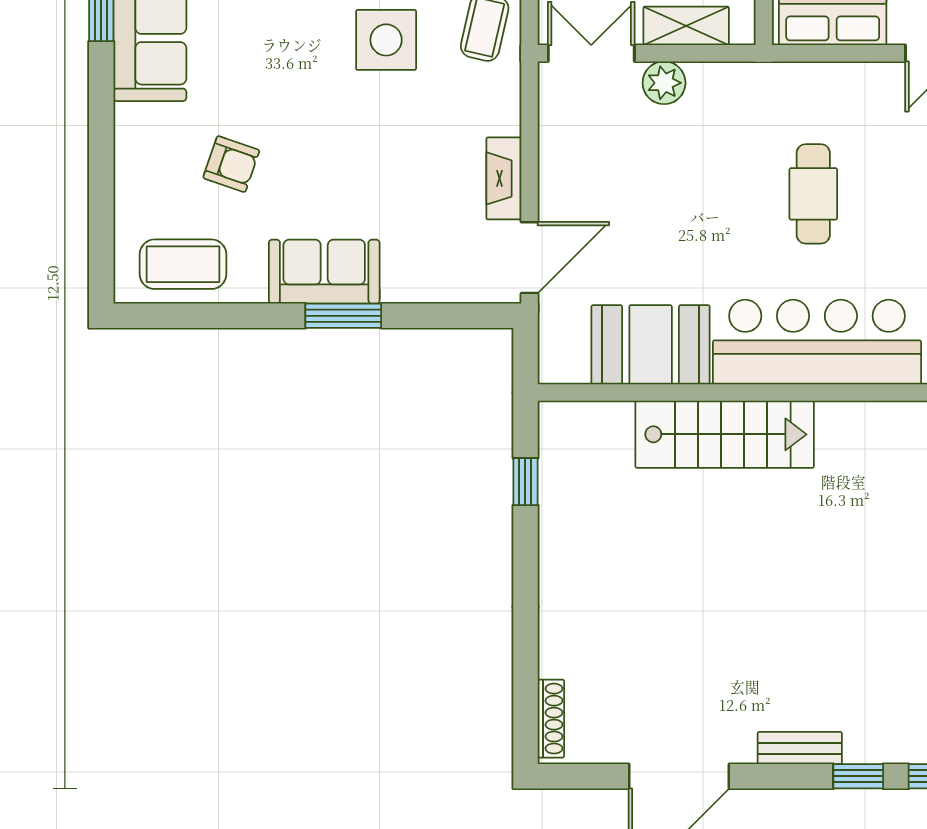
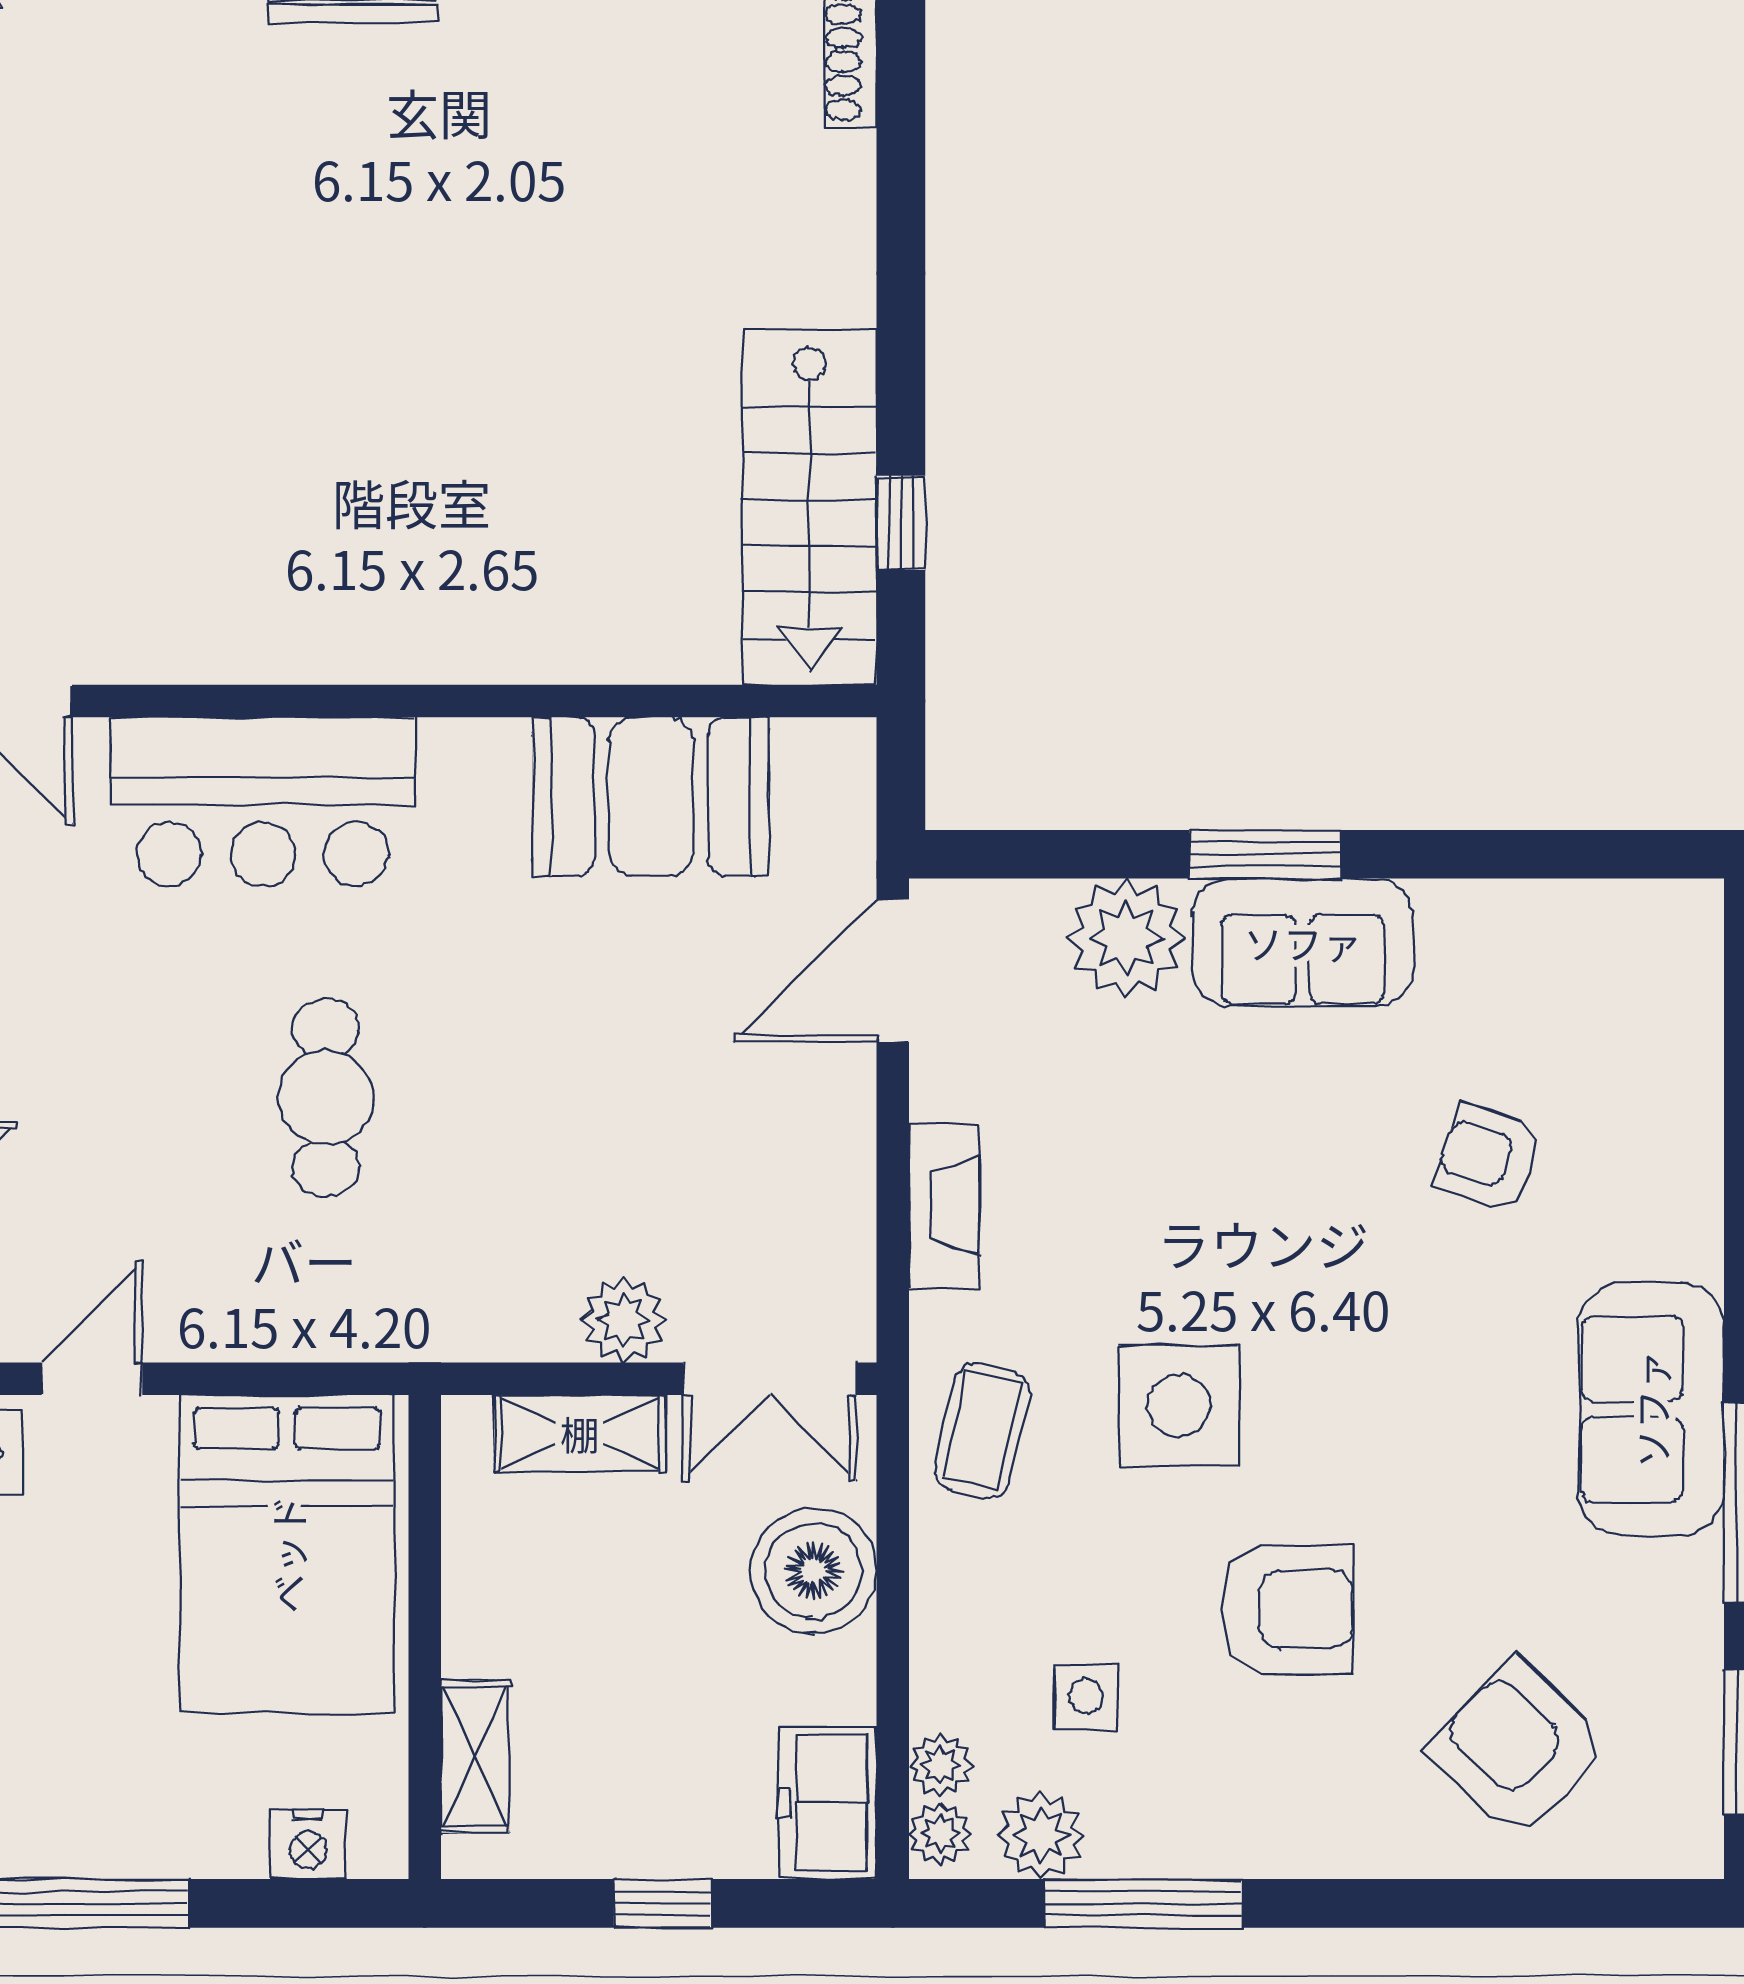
fireplace: (504, 178) -> (944, 1206), moved
coffee table: (183, 264) -> (1585, 957), removed
plant: (412, 274) -> (1126, 938), added
bar counter: (817, 342) -> (263, 802), width x0.73
stairs: (725, 434) -> (809, 507), moved, turned -90

